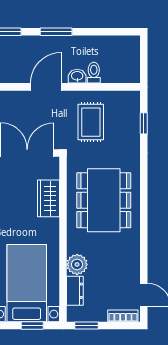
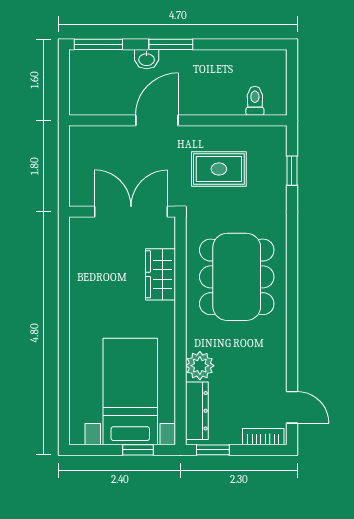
toilet: (94, 73) -> (255, 101), moved
washbasin: (77, 76) -> (147, 59), moved, turned 180
rug: (91, 122) -> (219, 169), turned 90
dresser: (75, 291) -> (197, 411), width x1.44

